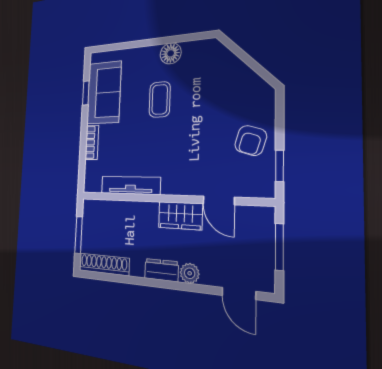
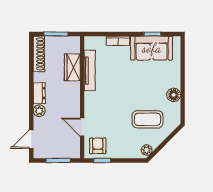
plant: (261, 89) -> (147, 150), added
coffee table: (160, 99) -> (147, 119), moved, width x1.36, depth x1.30
armchair: (251, 141) -> (98, 146), moved, turned 73
door: (219, 200) -> (82, 127), hinge flipped
wardrobe: (180, 216) -> (72, 67), moved

